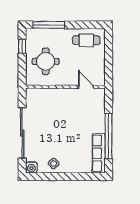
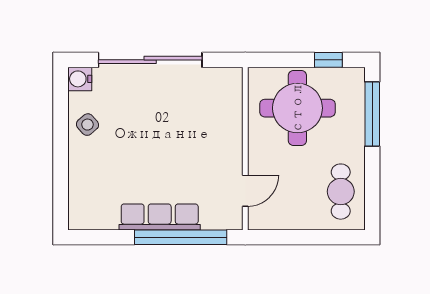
round table: (46, 61) -> (297, 108), width x1.36, depth x1.36
window: (109, 136) -> (181, 237), moved
row of seats: (99, 153) -> (160, 217), moved

